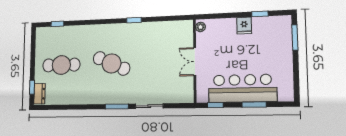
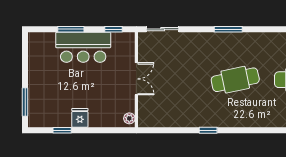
cafe table: (112, 63) -> (235, 80), turned -36
bar counter: (242, 88) -> (83, 47), width x0.73
sliding door: (149, 106) -> (163, 29), moved

